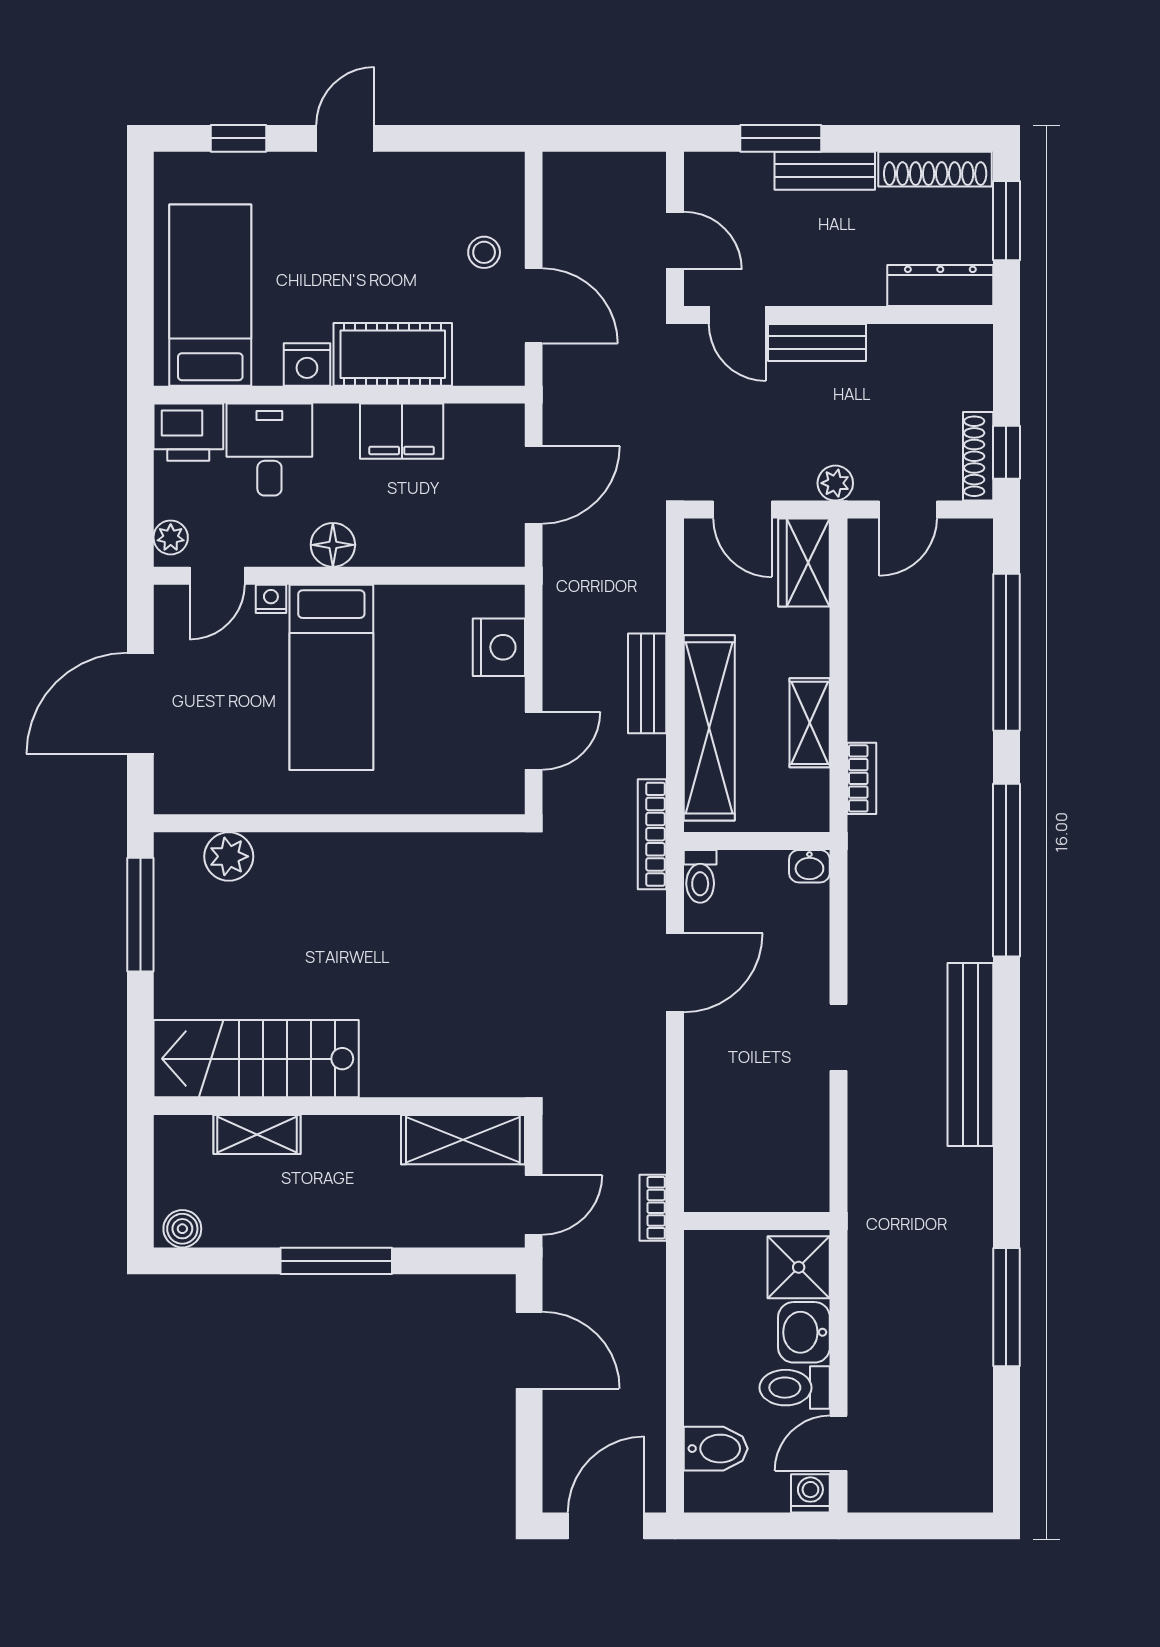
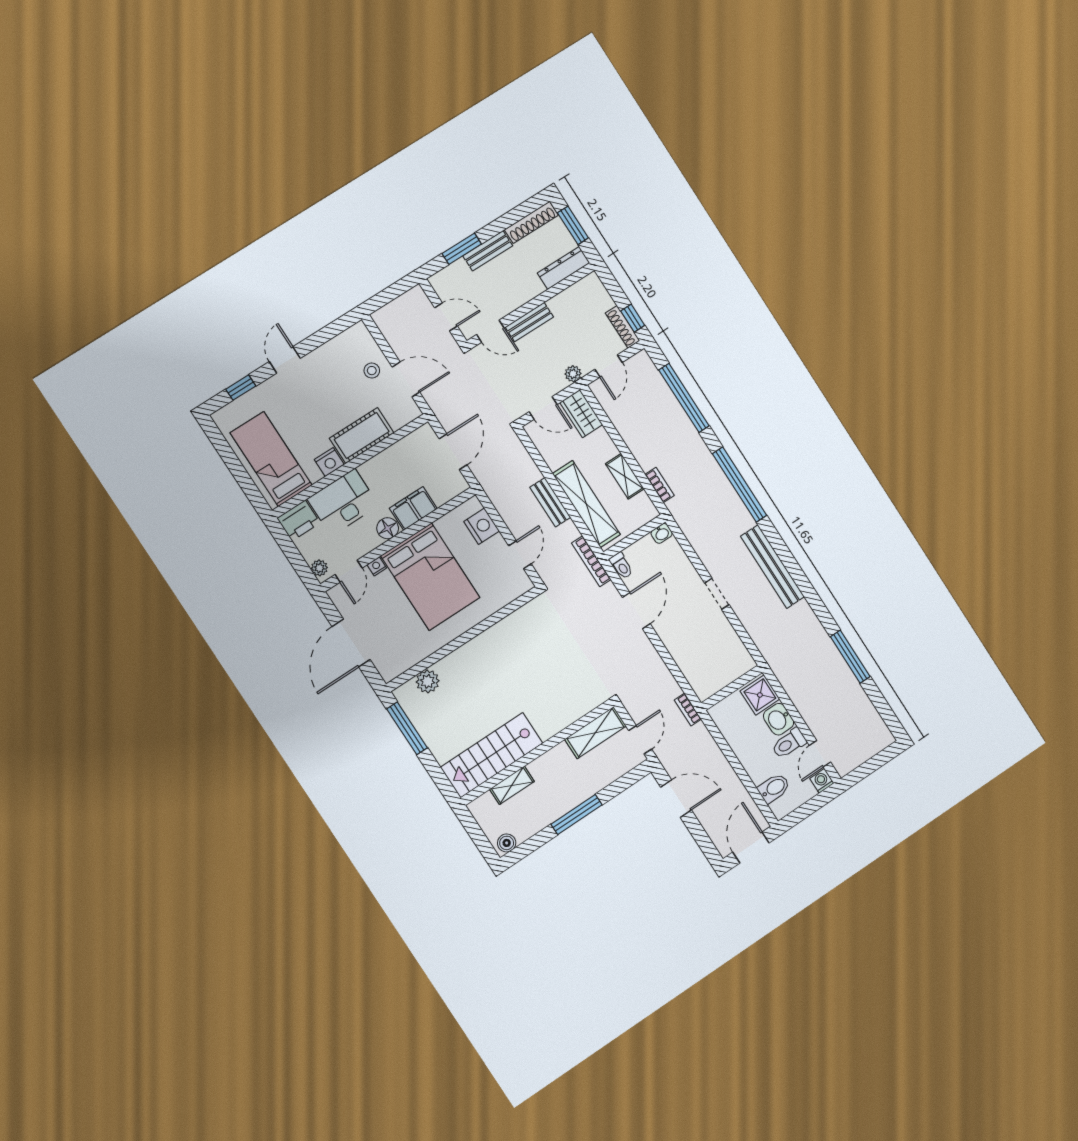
filing cabinet: (402, 431) -> (413, 508), moved, turned 180
desk: (269, 450) -> (343, 502), width x1.37
bed: (331, 677) -> (430, 577), width x1.50

